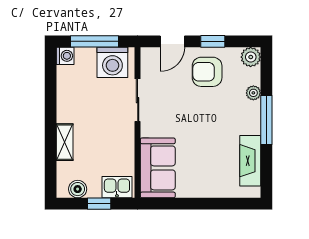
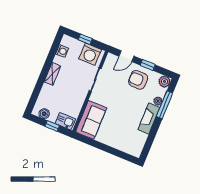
window: (95, 41) -> (85, 39), width x0.46
washing machine: (65, 56) -> (62, 51), moved
window: (266, 120) -> (165, 105), moved
shelving: (65, 142) -> (52, 74), moved
fireplace: (250, 161) -> (149, 118), moved

